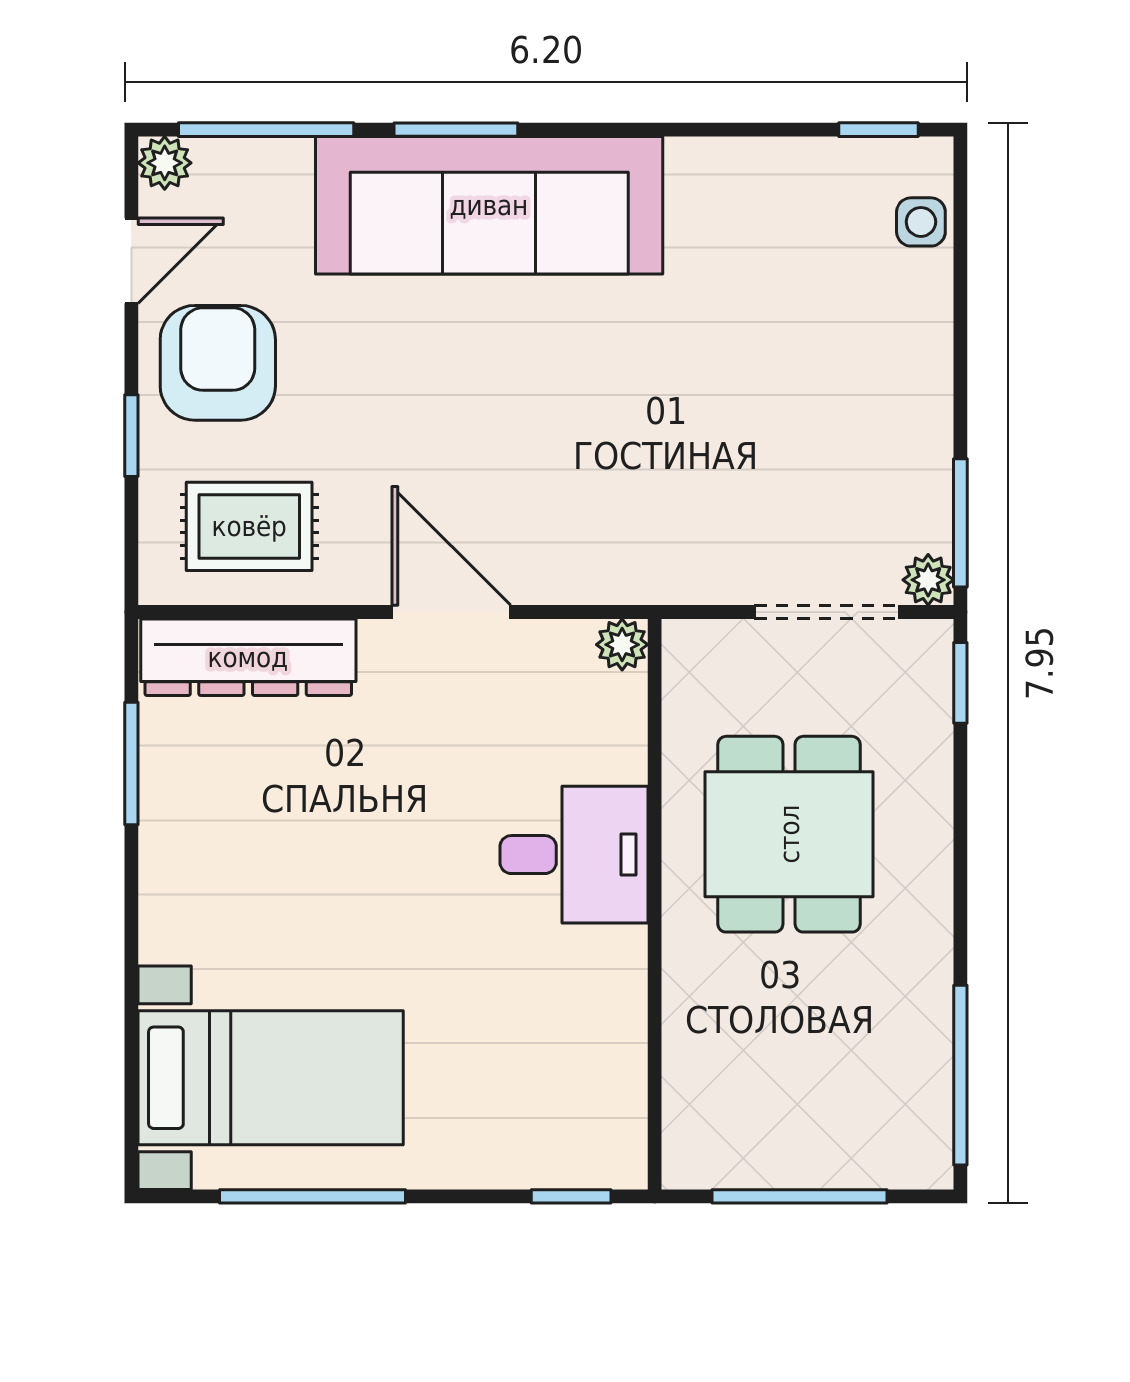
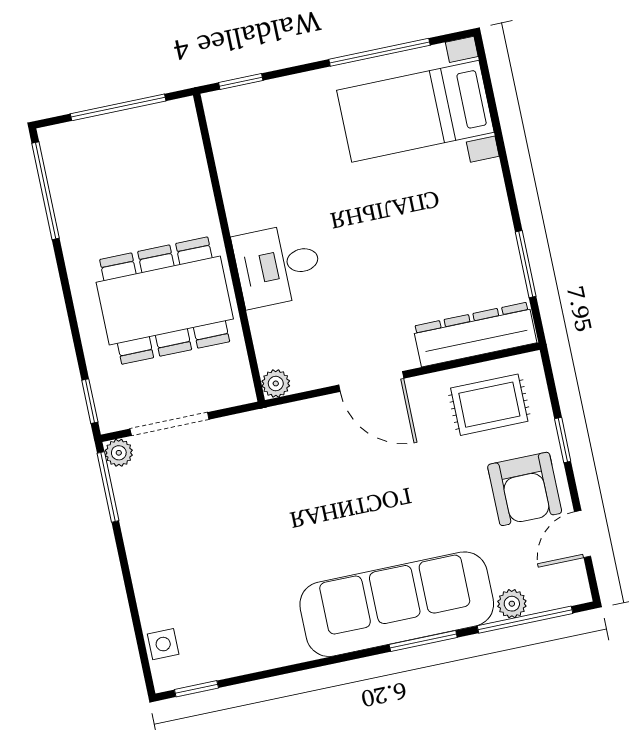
plant: (165, 163) -> (512, 604), moved
dining table: (789, 834) -> (165, 301), width x1.37

